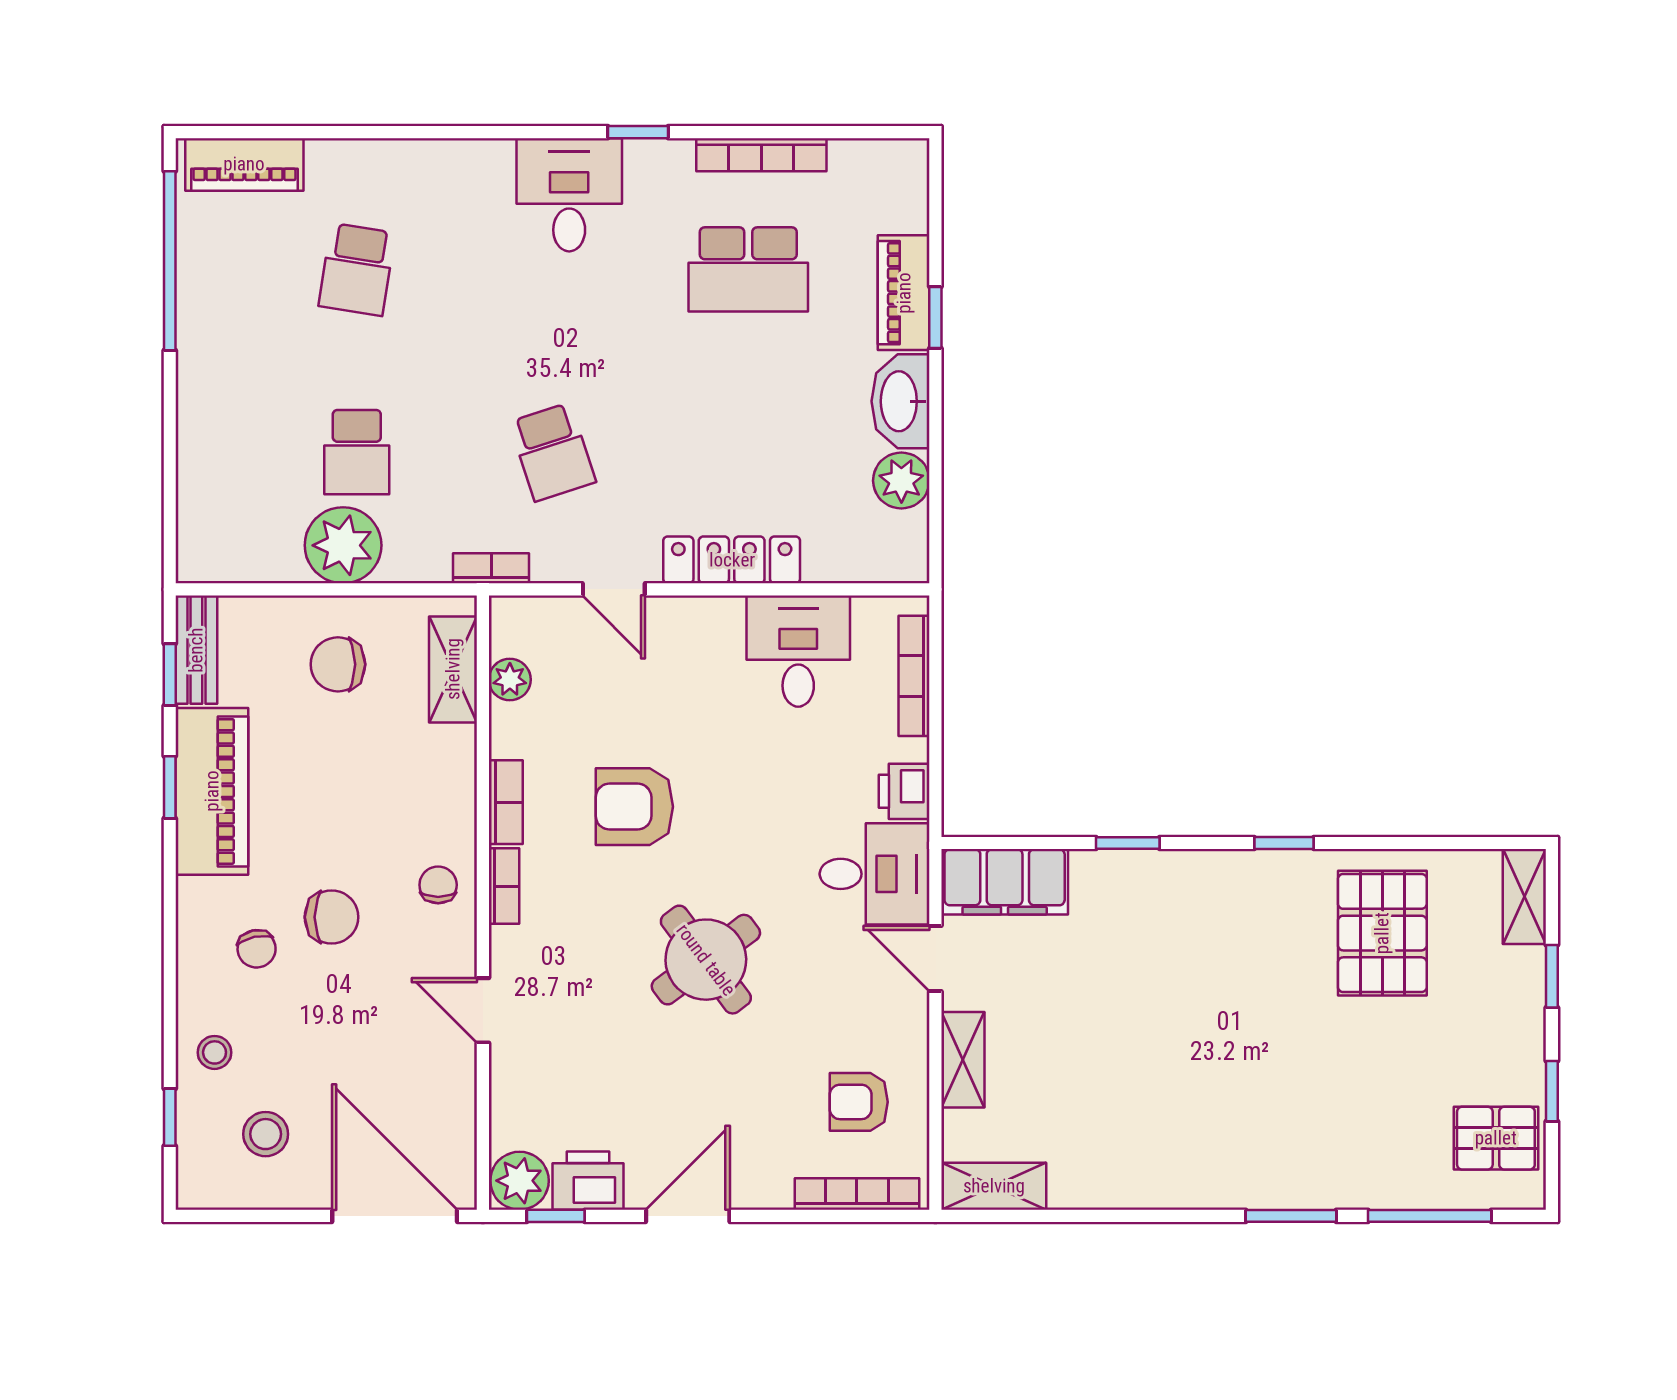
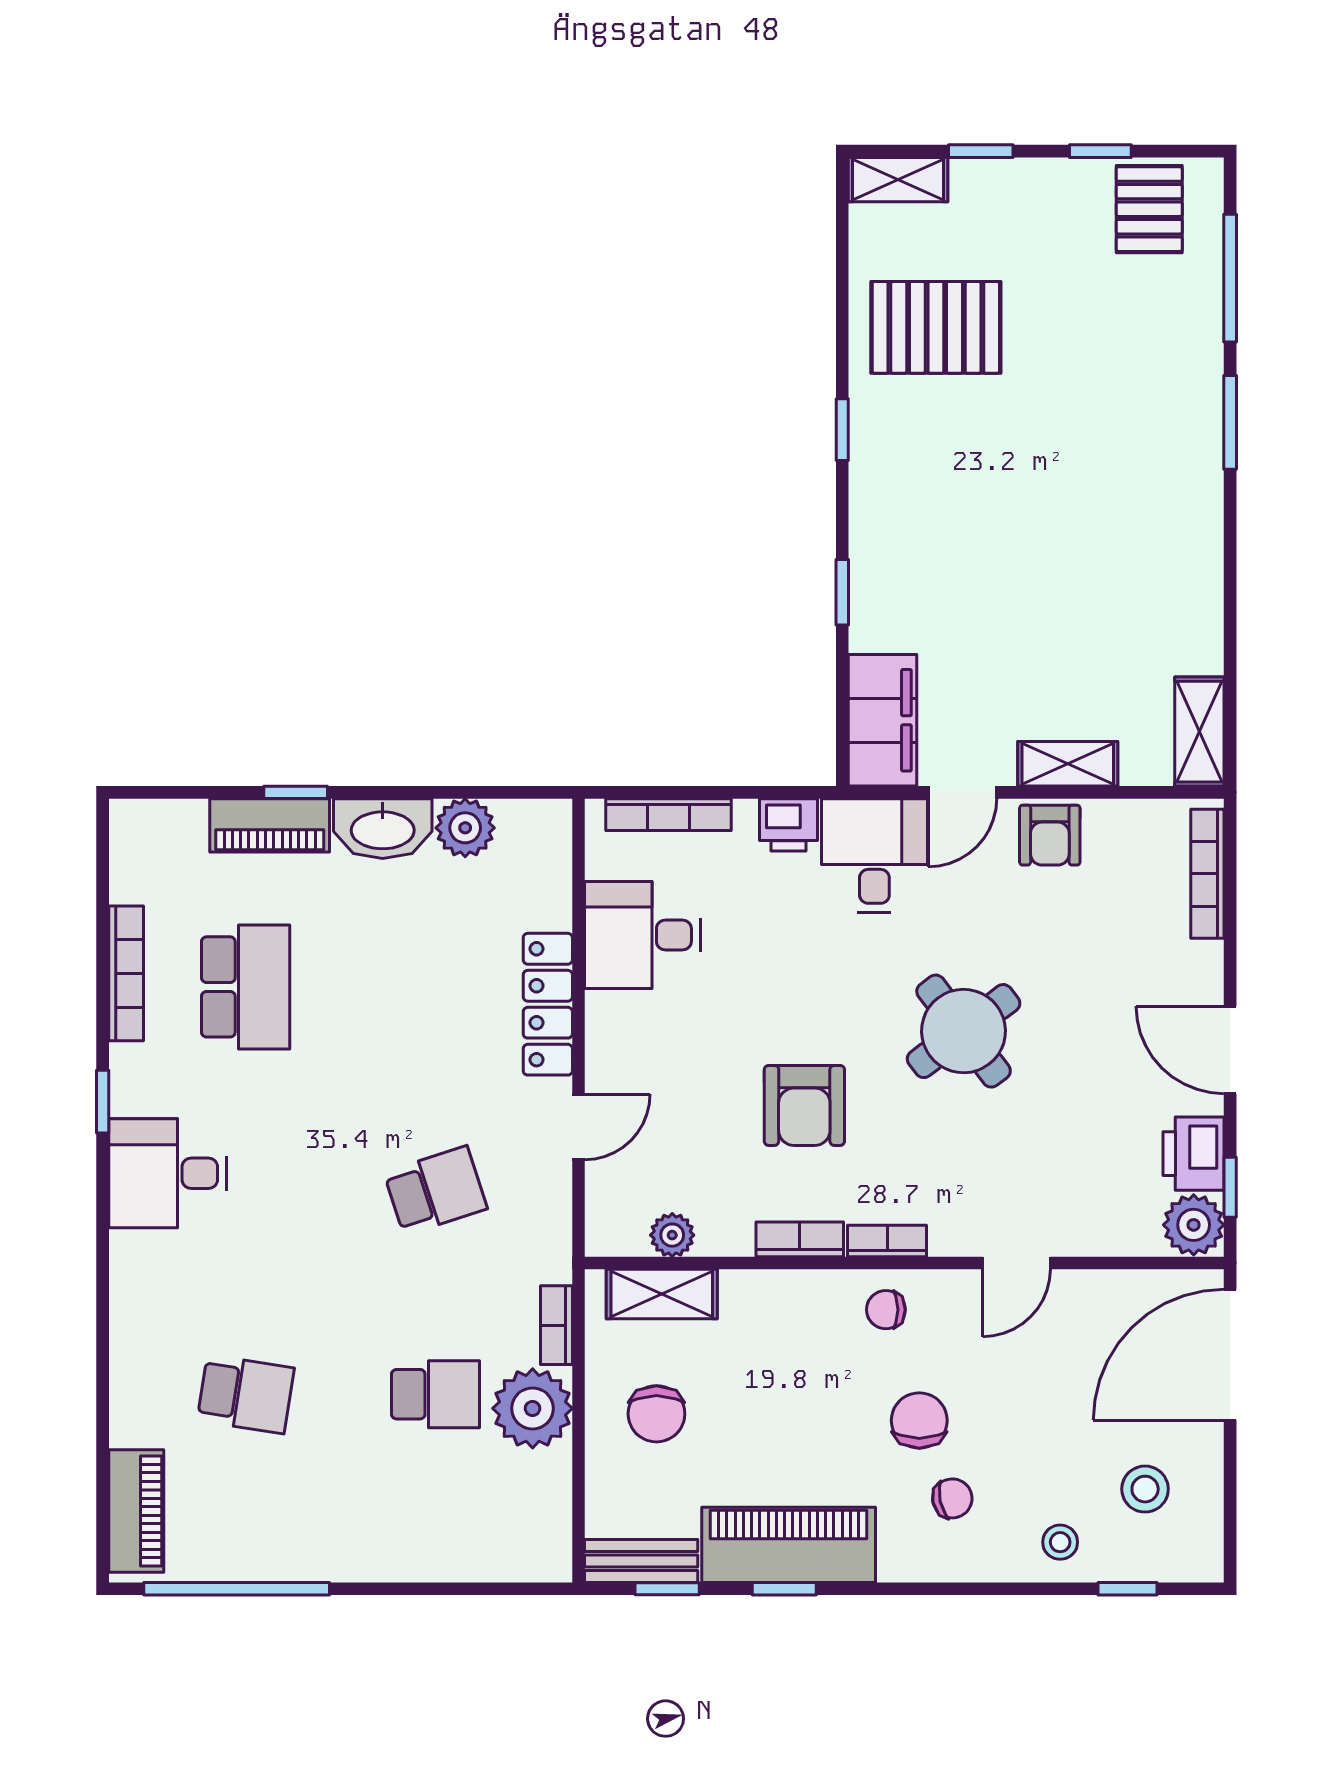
bookcase: (491, 568) -> (556, 1325), moved
armchair: (859, 1102) -> (1050, 835), moved

